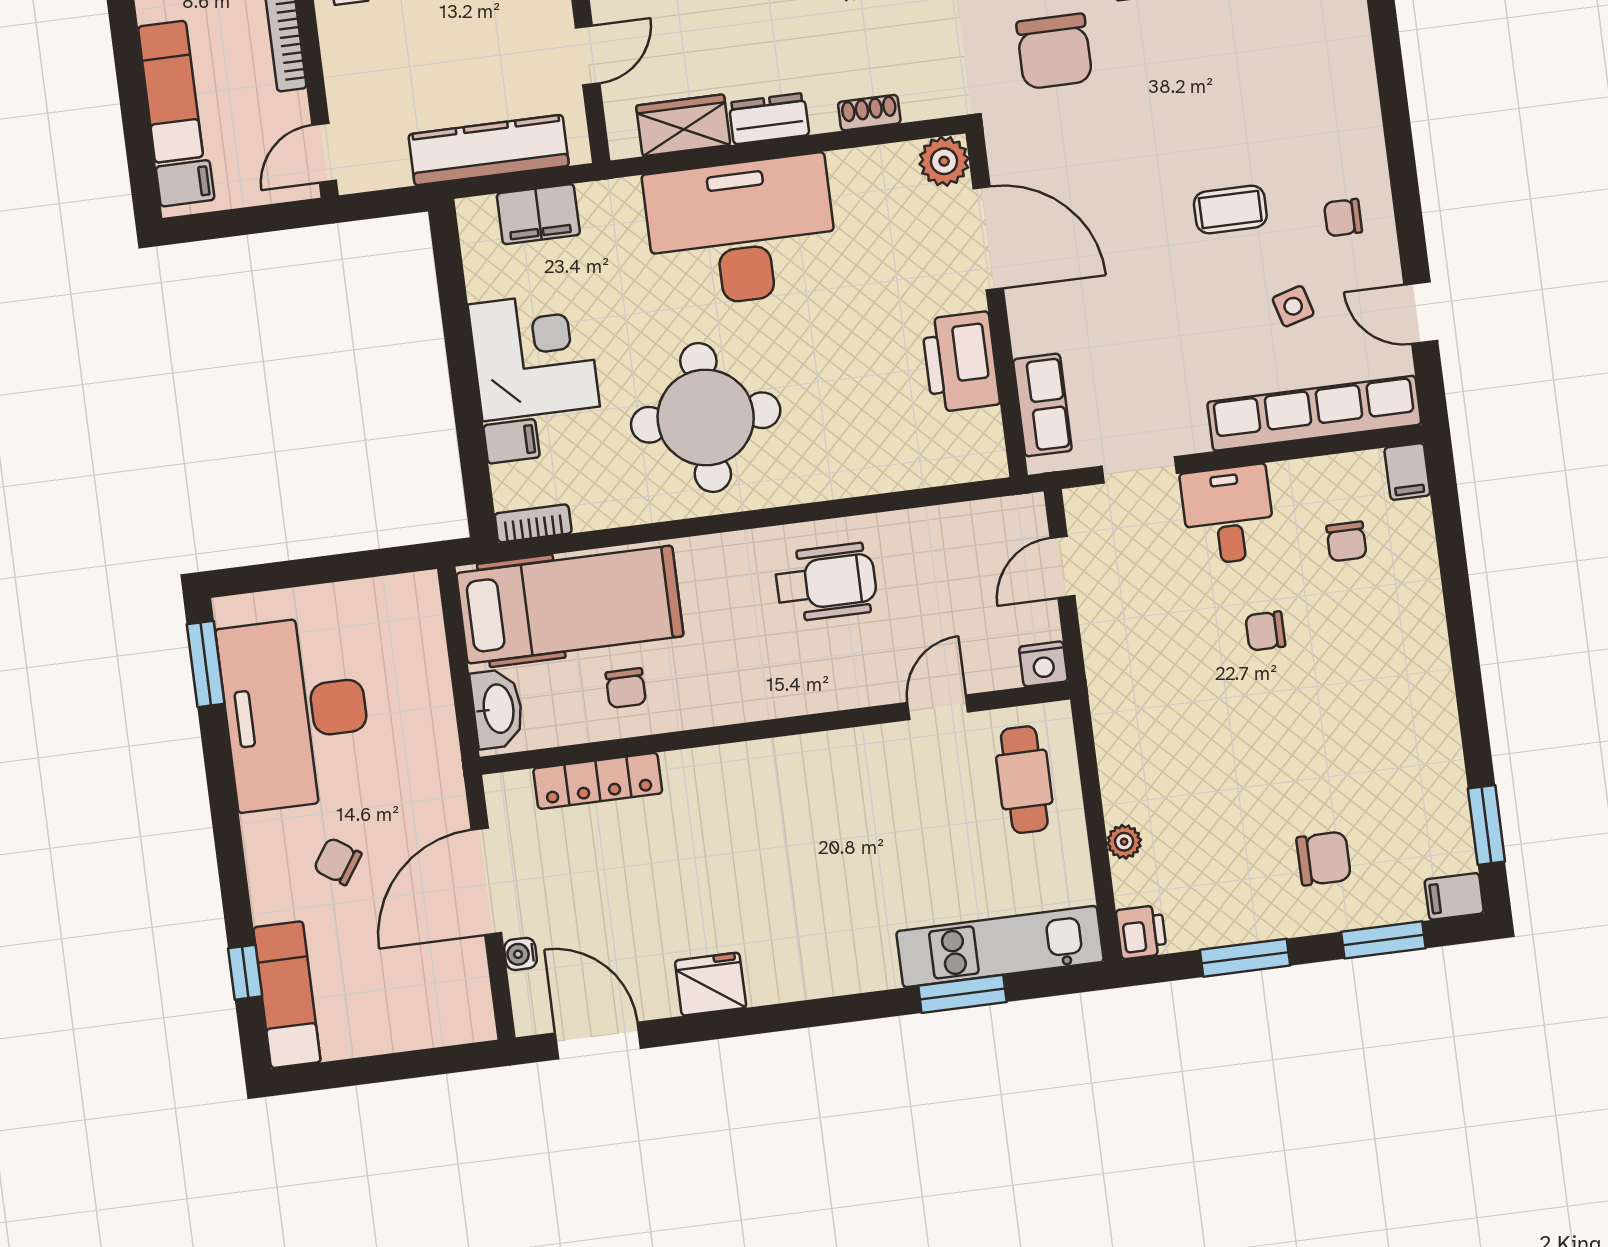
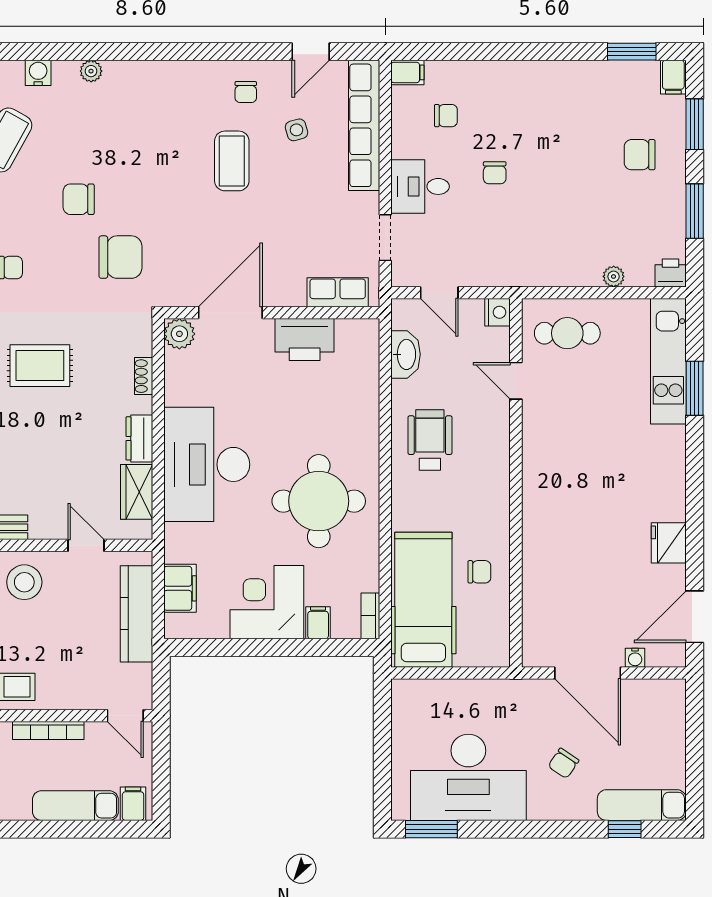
coffee table: (1230, 209) -> (232, 161), width x1.36, depth x1.30
washbasin: (497, 709) -> (406, 354), moved, turned 90
locker: (598, 781) -> (534, 596), removed
chair: (1324, 858) -> (640, 155), turned -90

